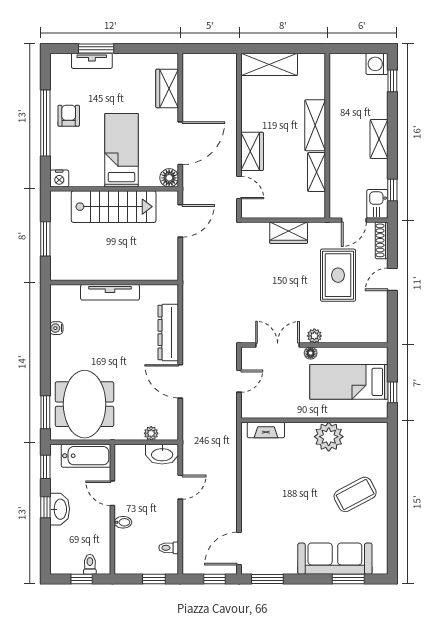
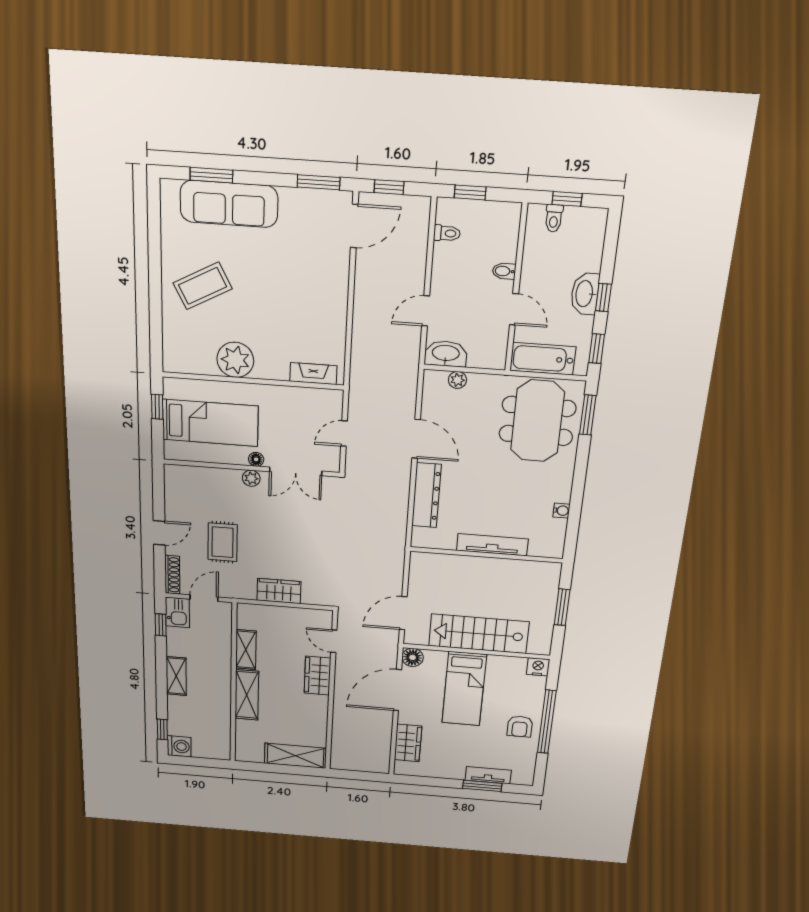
rug: (338, 275) -> (223, 542), width x0.73, depth x0.70

